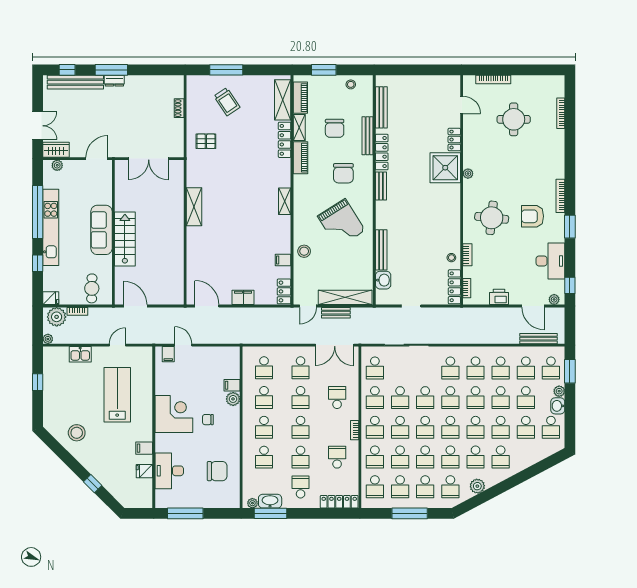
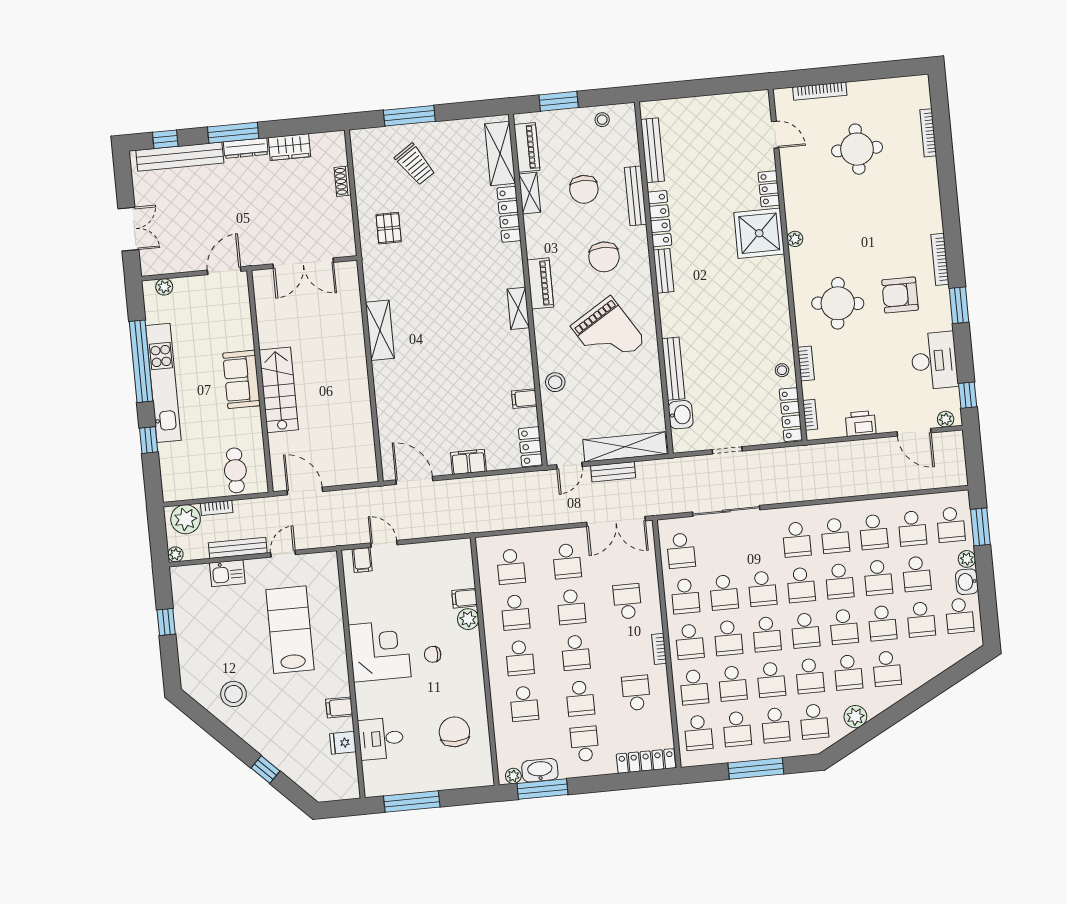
dresser: (114, 81) -> (246, 148), width x1.44
pallet: (206, 141) -> (389, 228), turned 90
wardrobe: (56, 150) -> (289, 147), moved, turned 180
piano: (301, 158) -> (540, 283), moved
sofa: (101, 230) -> (242, 379), width x0.73
fridge: (51, 298) -> (174, 491), removed
bench: (538, 339) -> (238, 548), moved
desk: (169, 471) -> (381, 739), width x0.73
chair: (217, 471) -> (454, 732), turned -90

